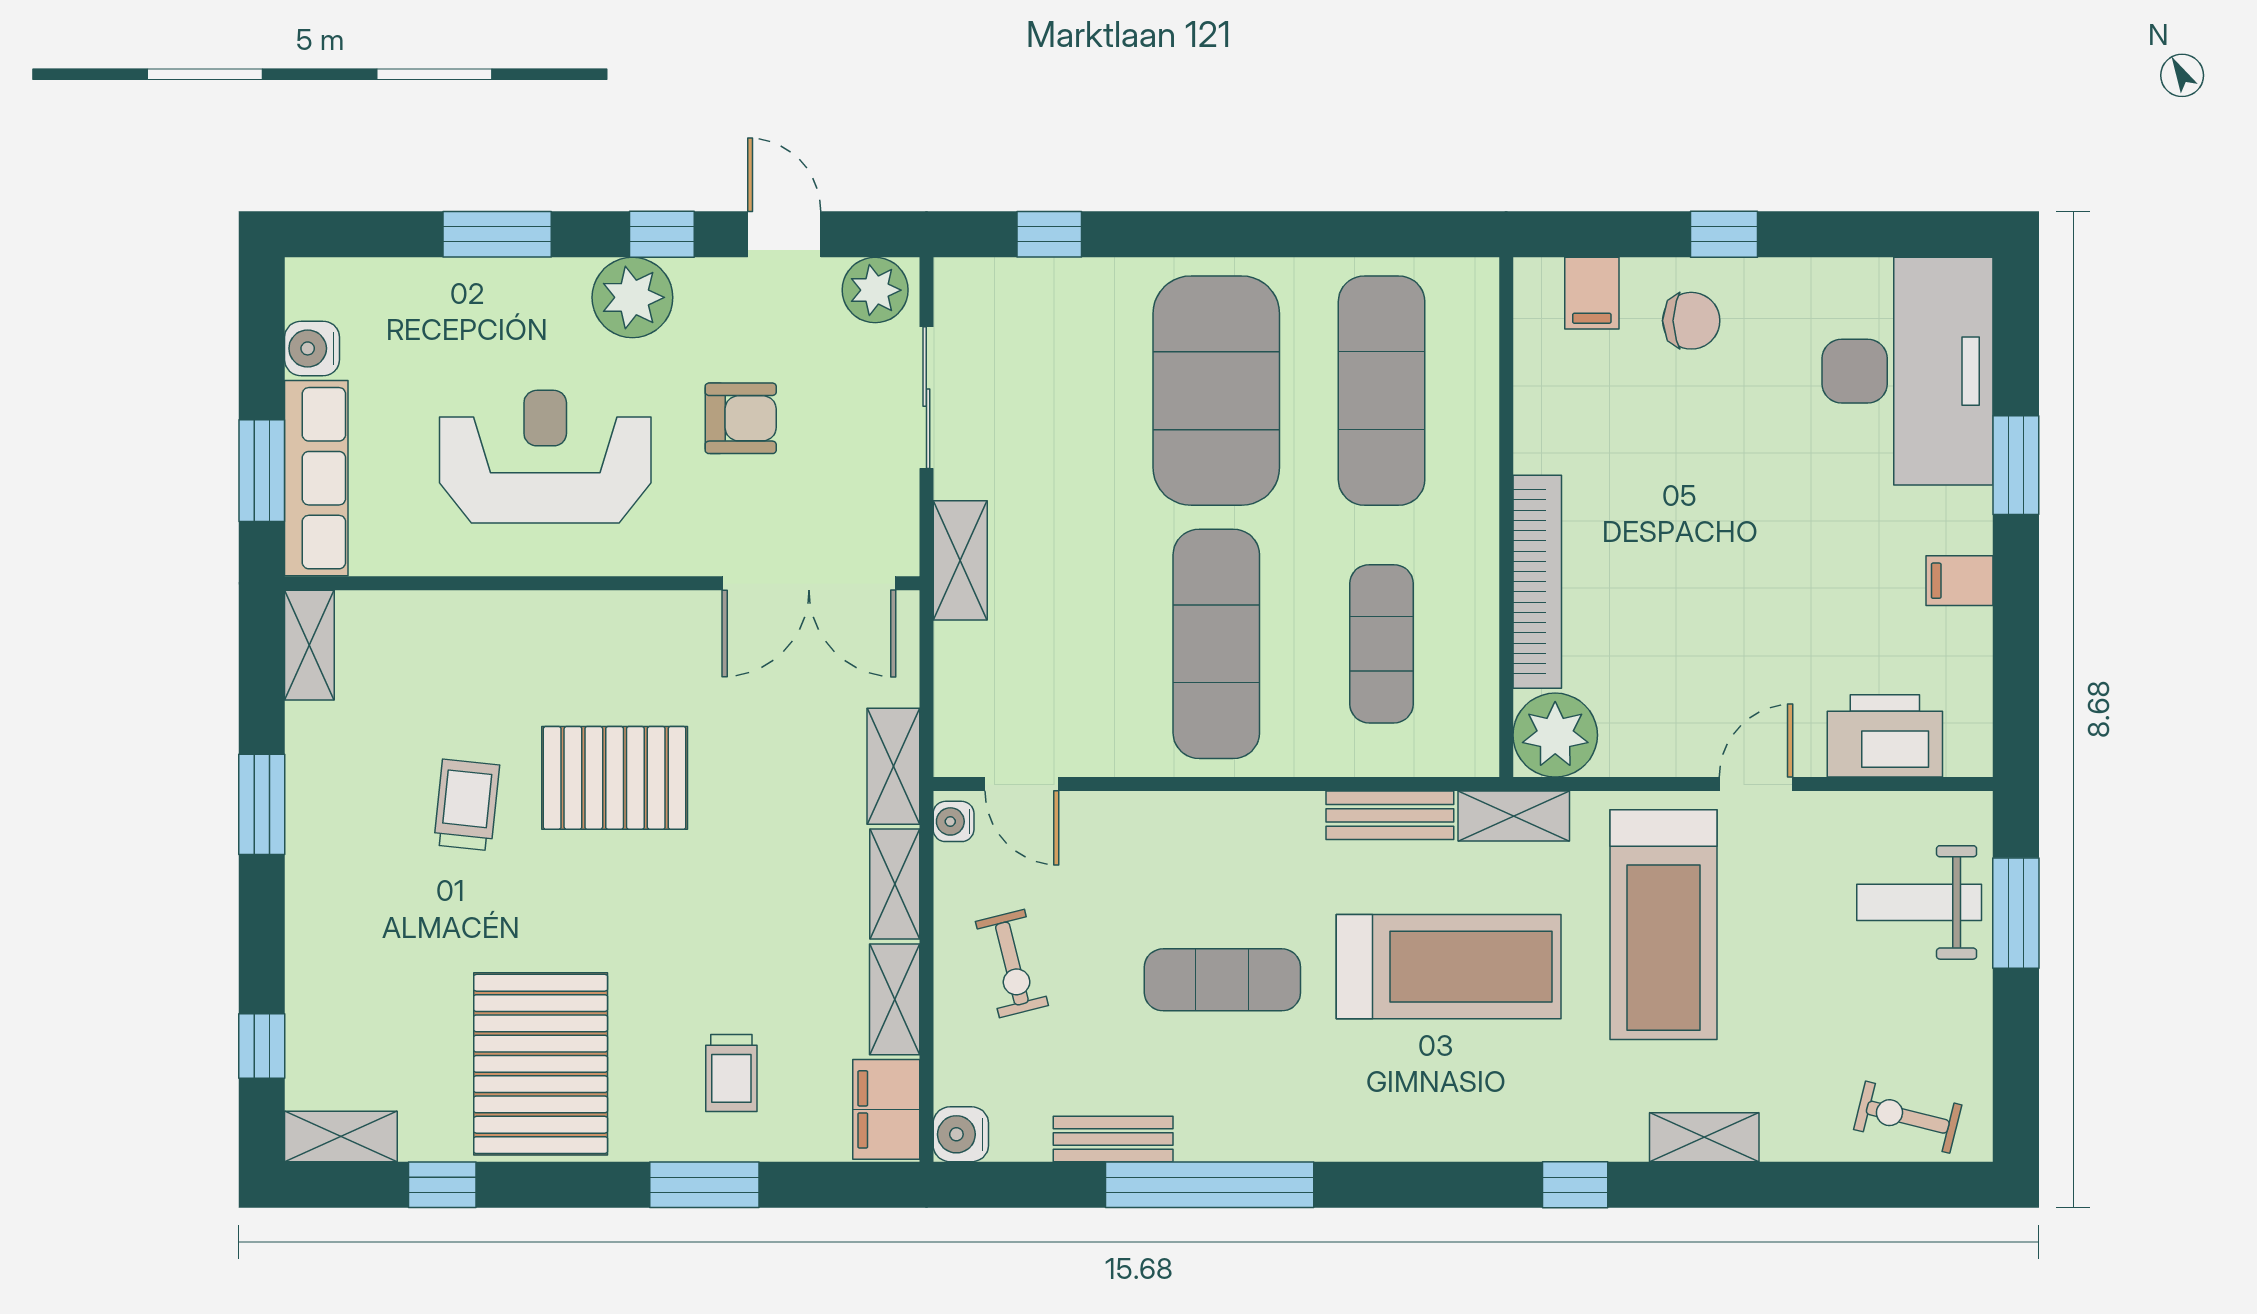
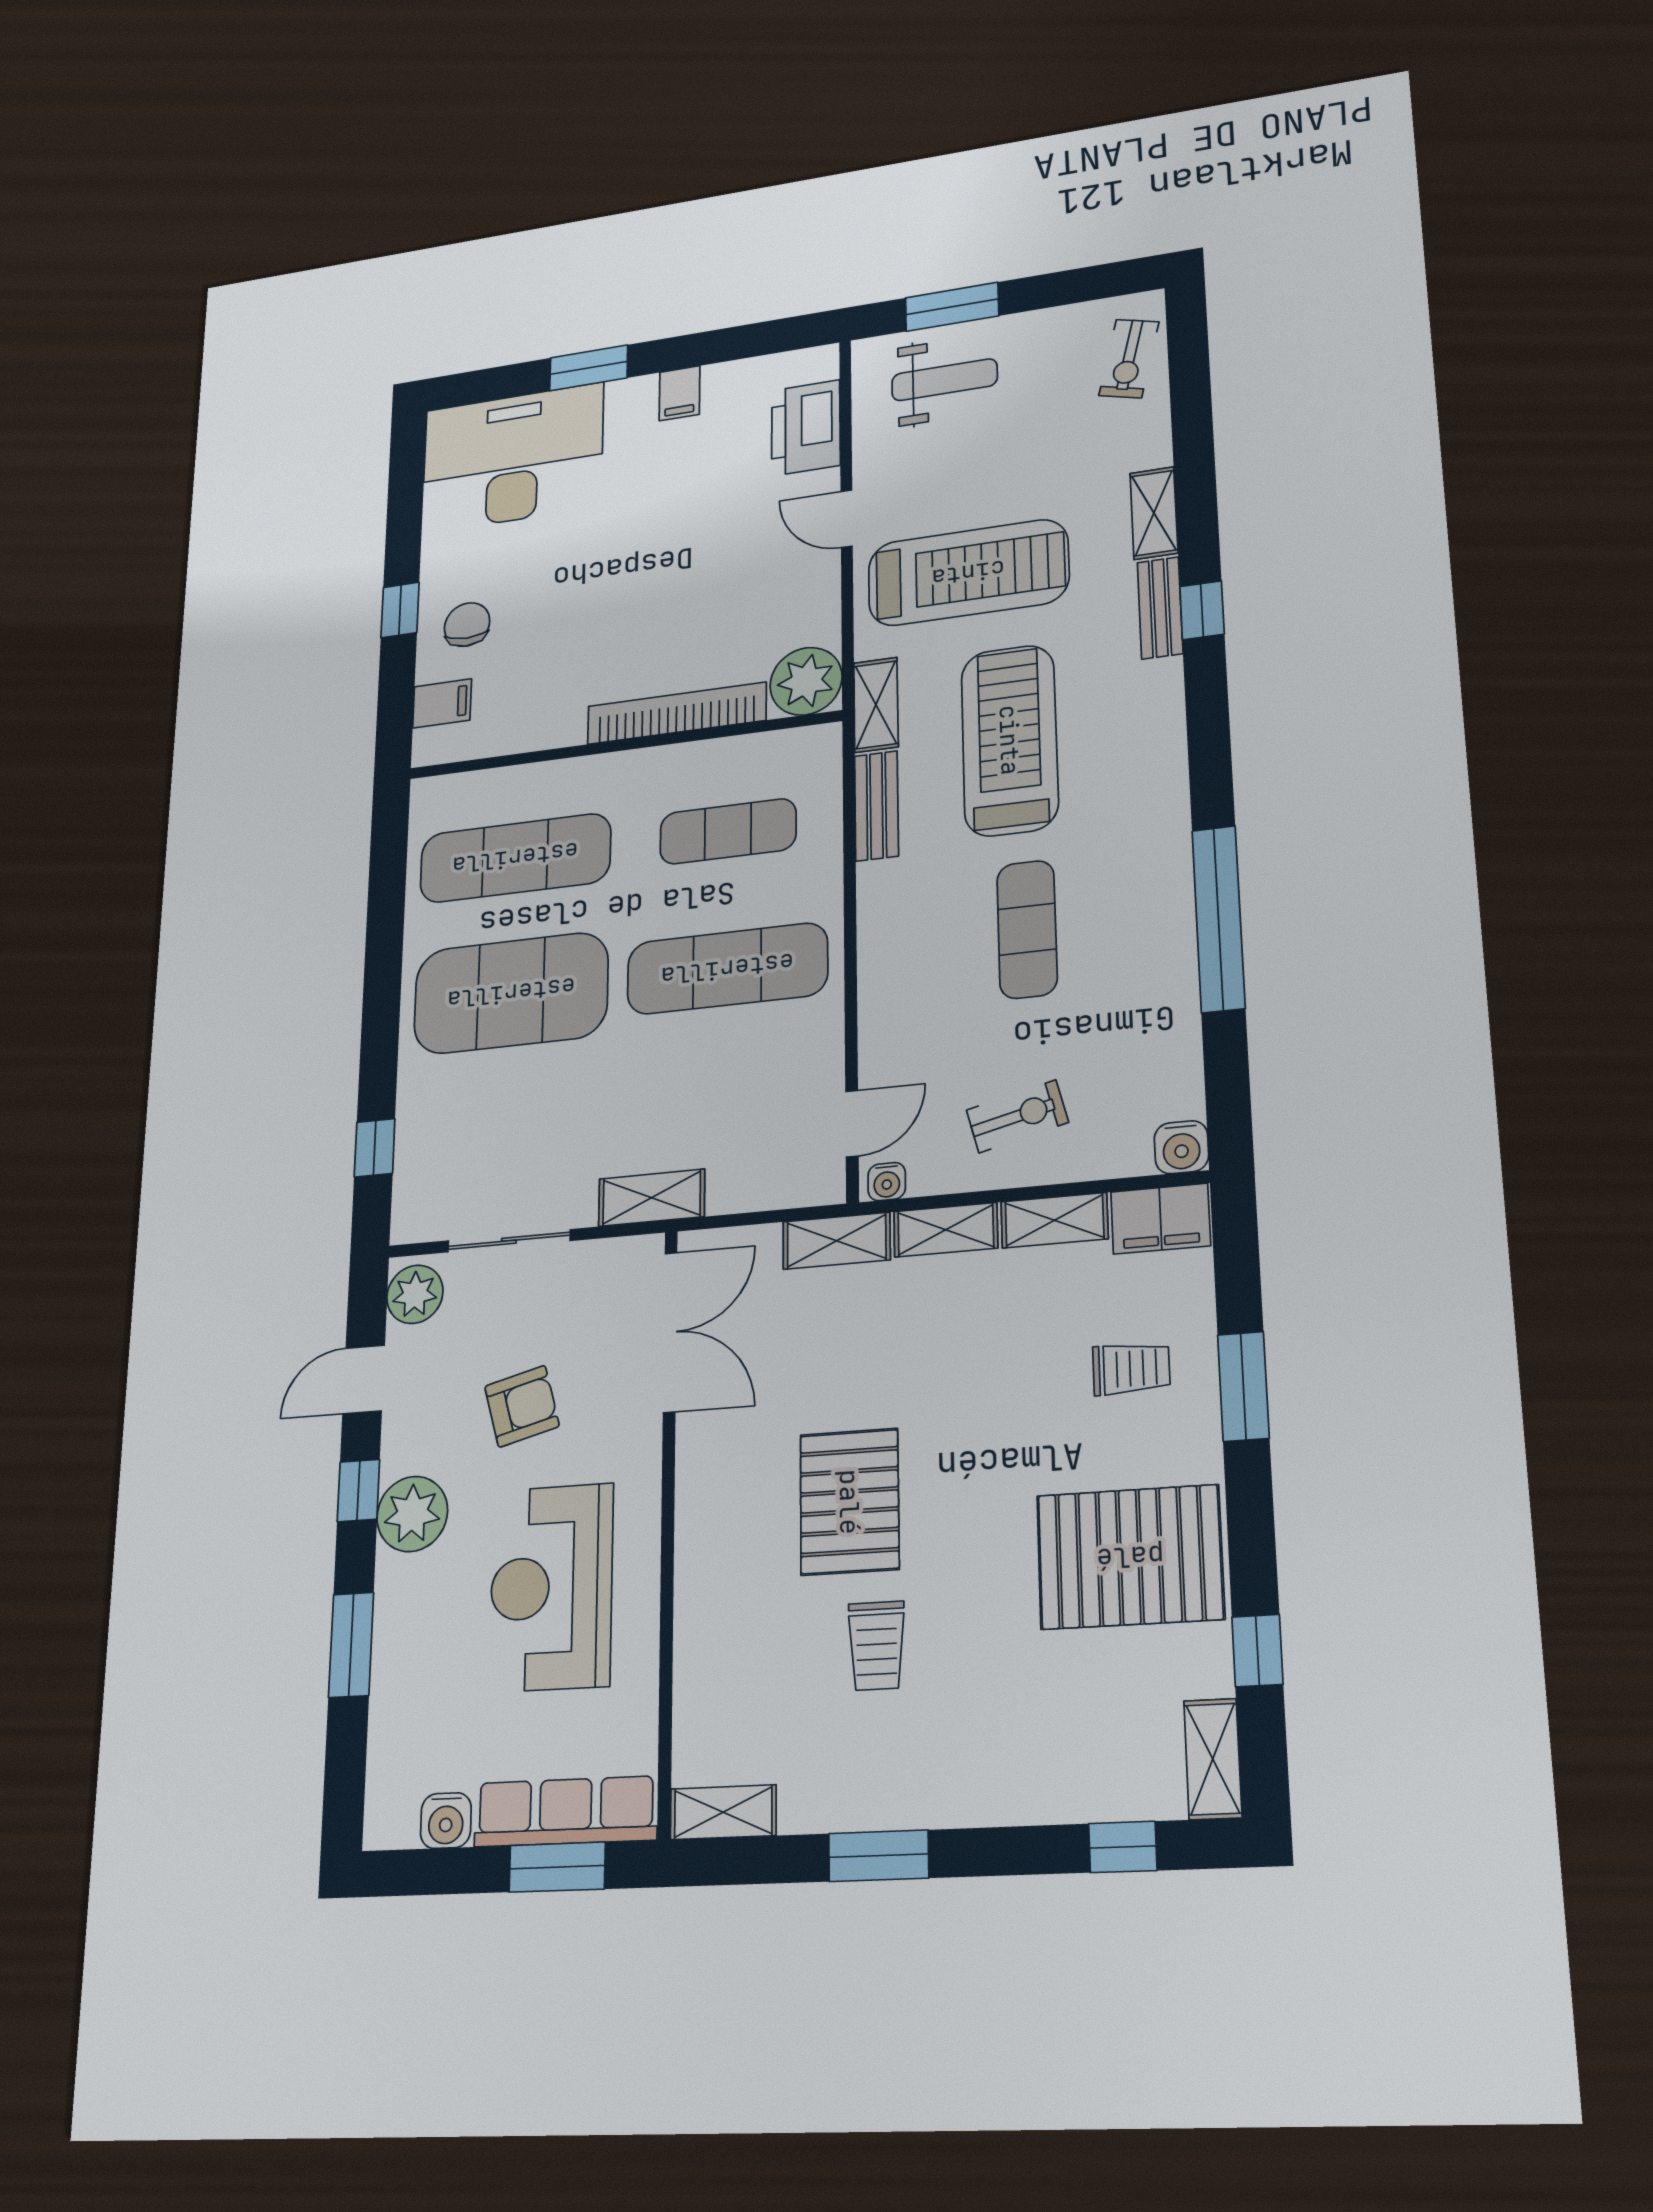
armchair: (741, 418) -> (522, 1406), turned 75
trolley: (467, 805) -> (877, 1646), turned -96
weight bench: (1919, 902) -> (944, 380), turned -90
bench: (1113, 1139) -> (1160, 608), moved

